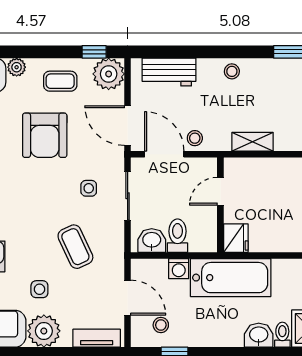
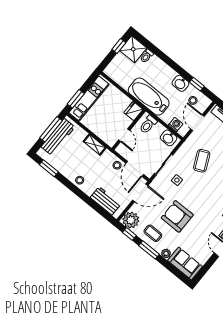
window: (46, 52) -> (149, 250), added
door: (128, 126) -> (140, 193), hinge flipped
armchair: (45, 135) -> (177, 216), turned -90
door: (220, 191) -> (124, 135), hinge flipped
toilet: (177, 236) -> (148, 124), moved
washing machine: (179, 269) -> (176, 125), moved
washbasin: (259, 335) -> (180, 83), moved

